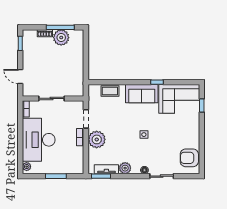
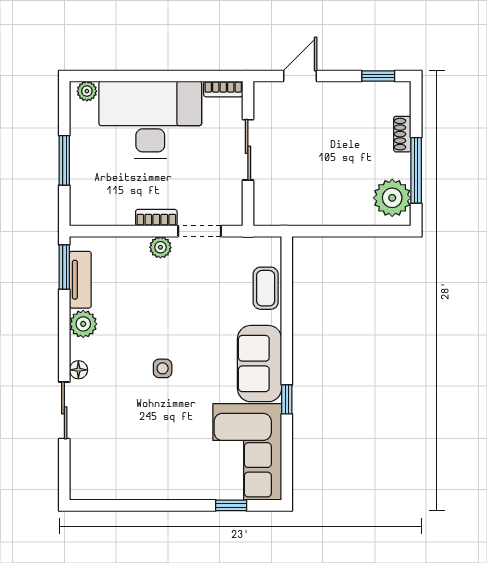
plant: (61, 38) -> (392, 198), moved
plant: (97, 139) -> (160, 247), width x0.53, depth x0.53
armchair: (189, 158) -> (107, 476), removed

